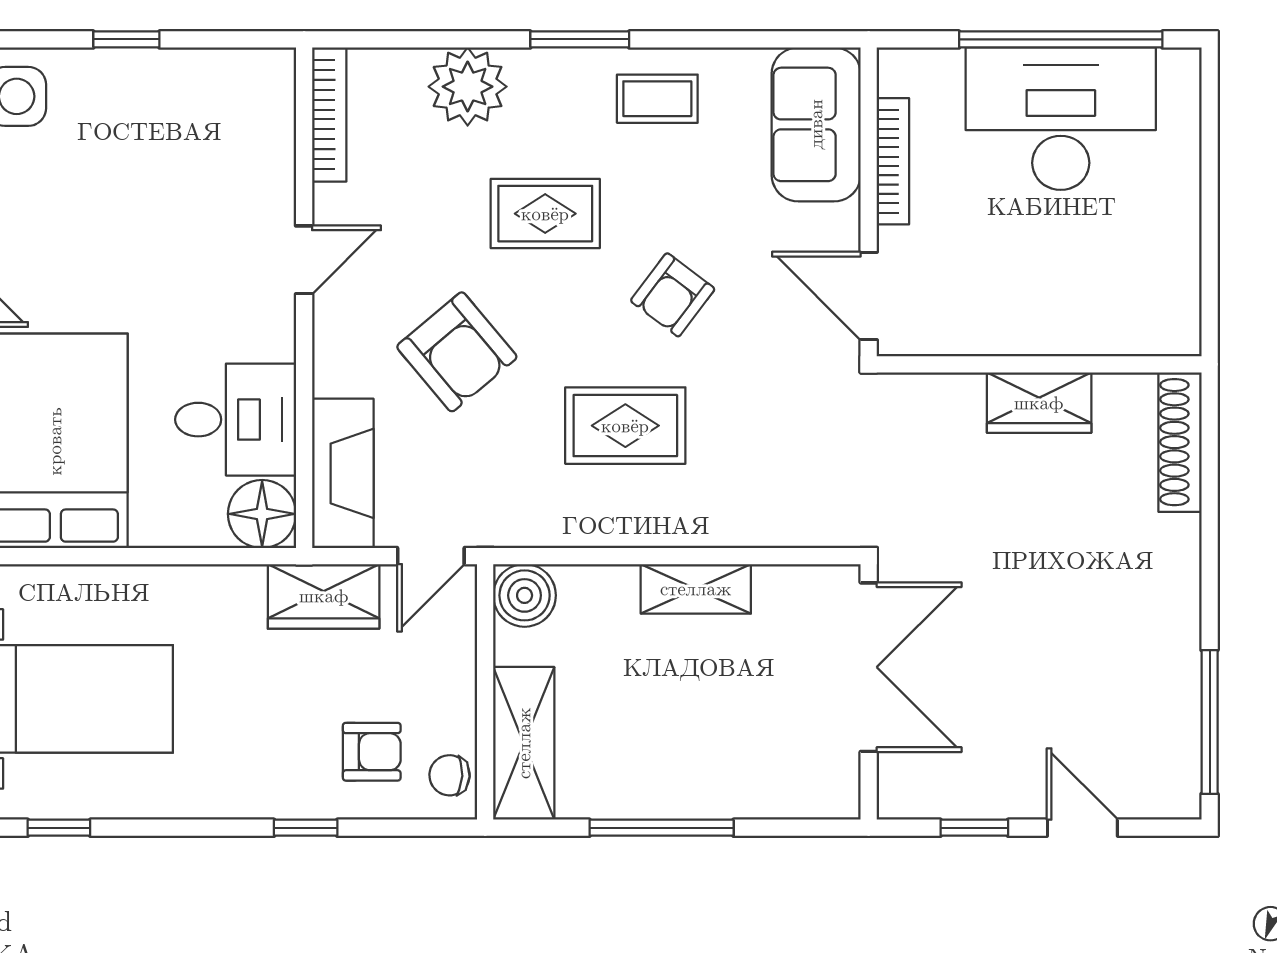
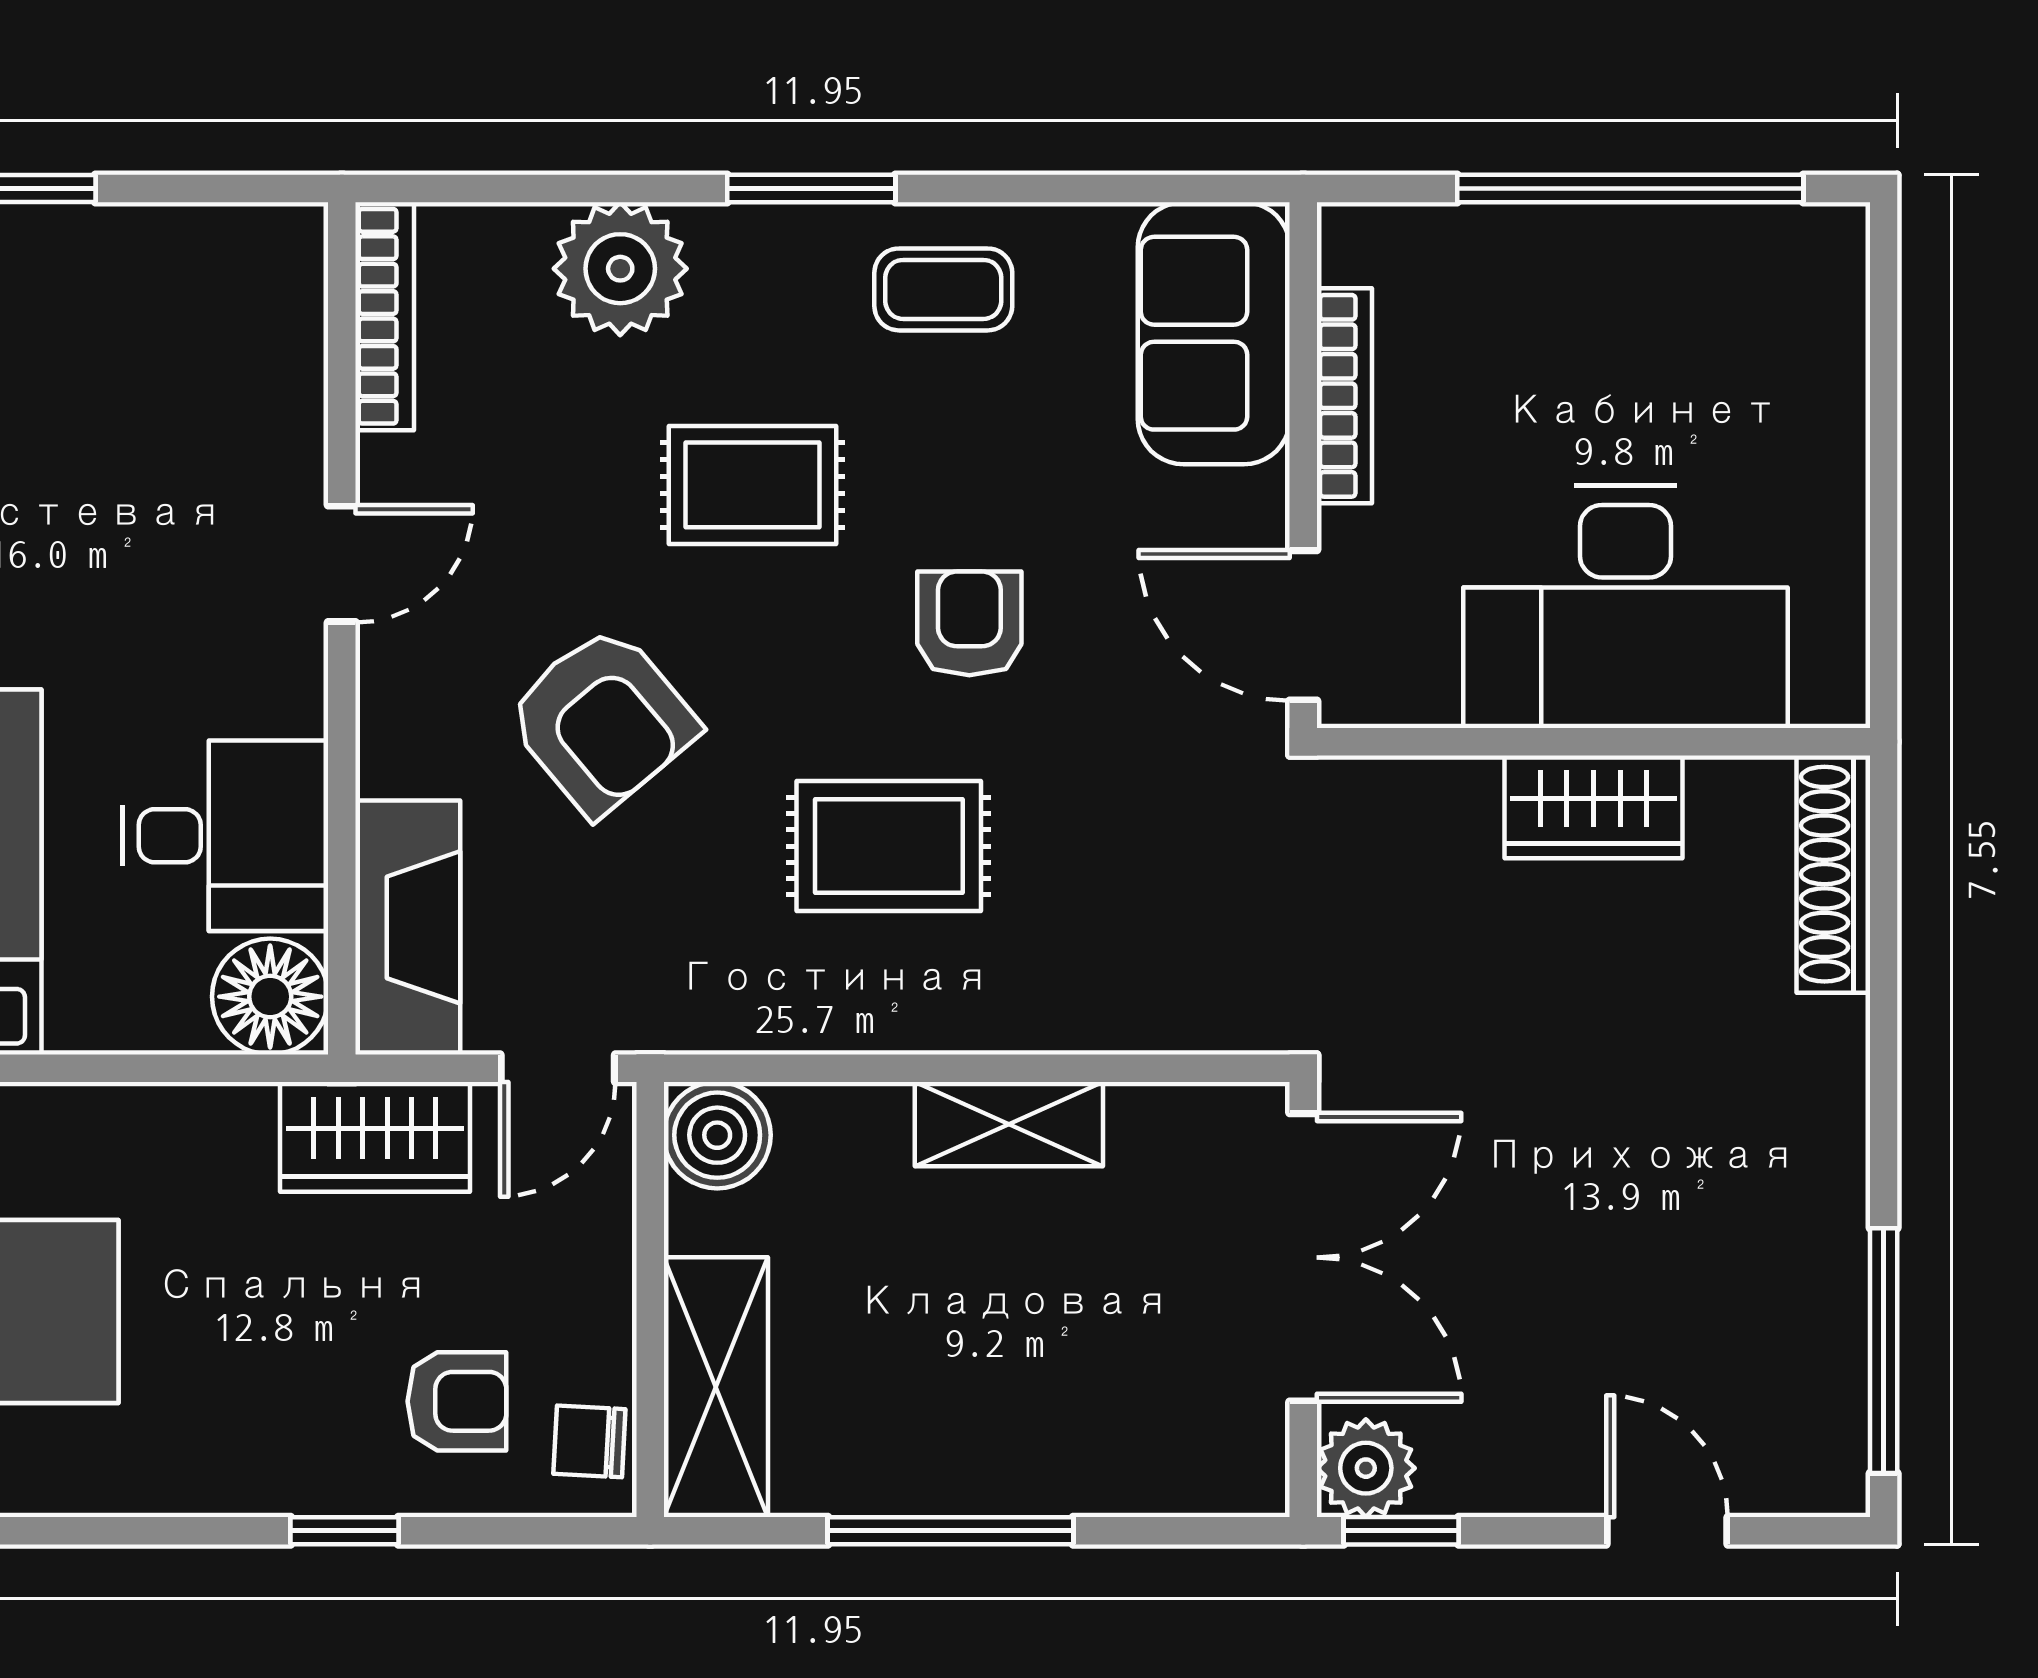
desk: (1061, 119) -> (1625, 607), moved, turned 180
armchair: (673, 295) -> (969, 623), turned 143
plant: (905, 791) -> (1366, 1468), added
window: (974, 828) -> (1401, 1531), moved

